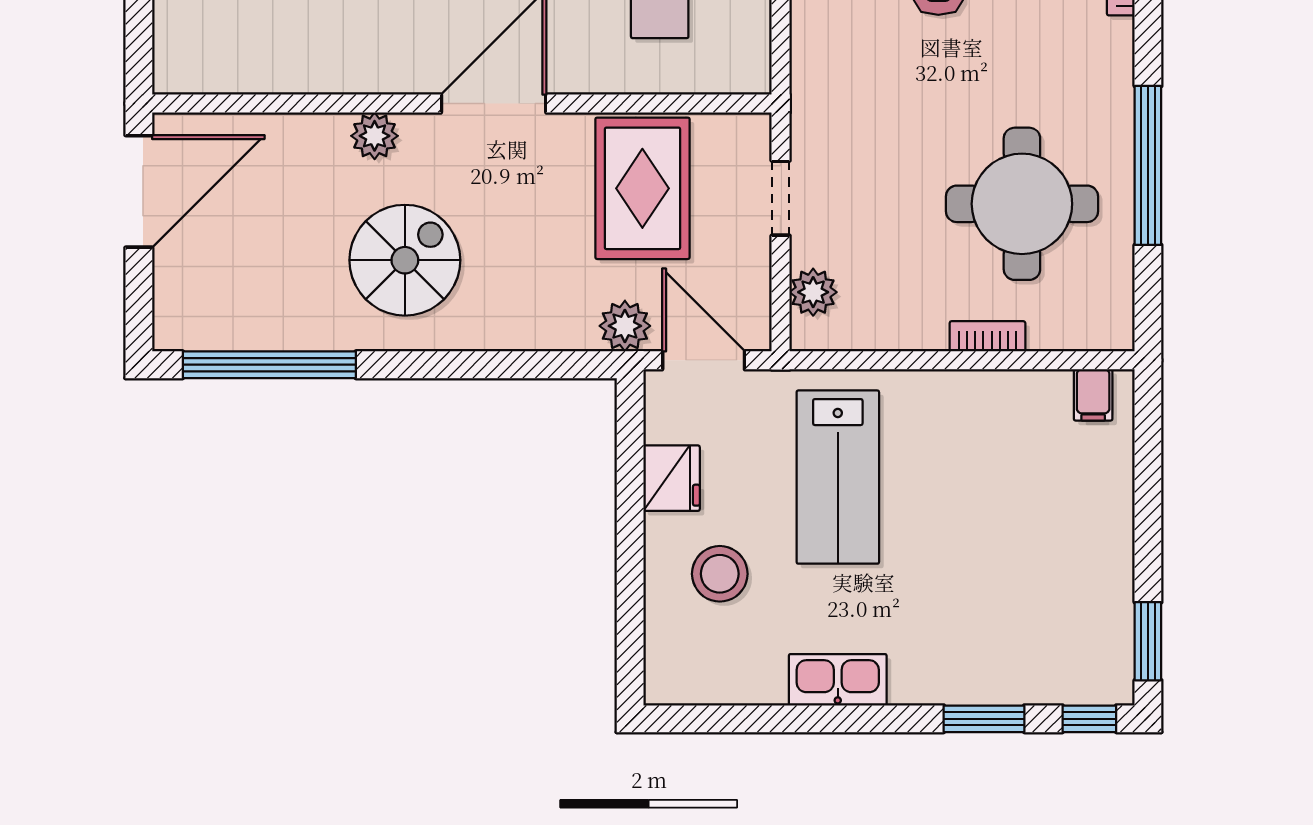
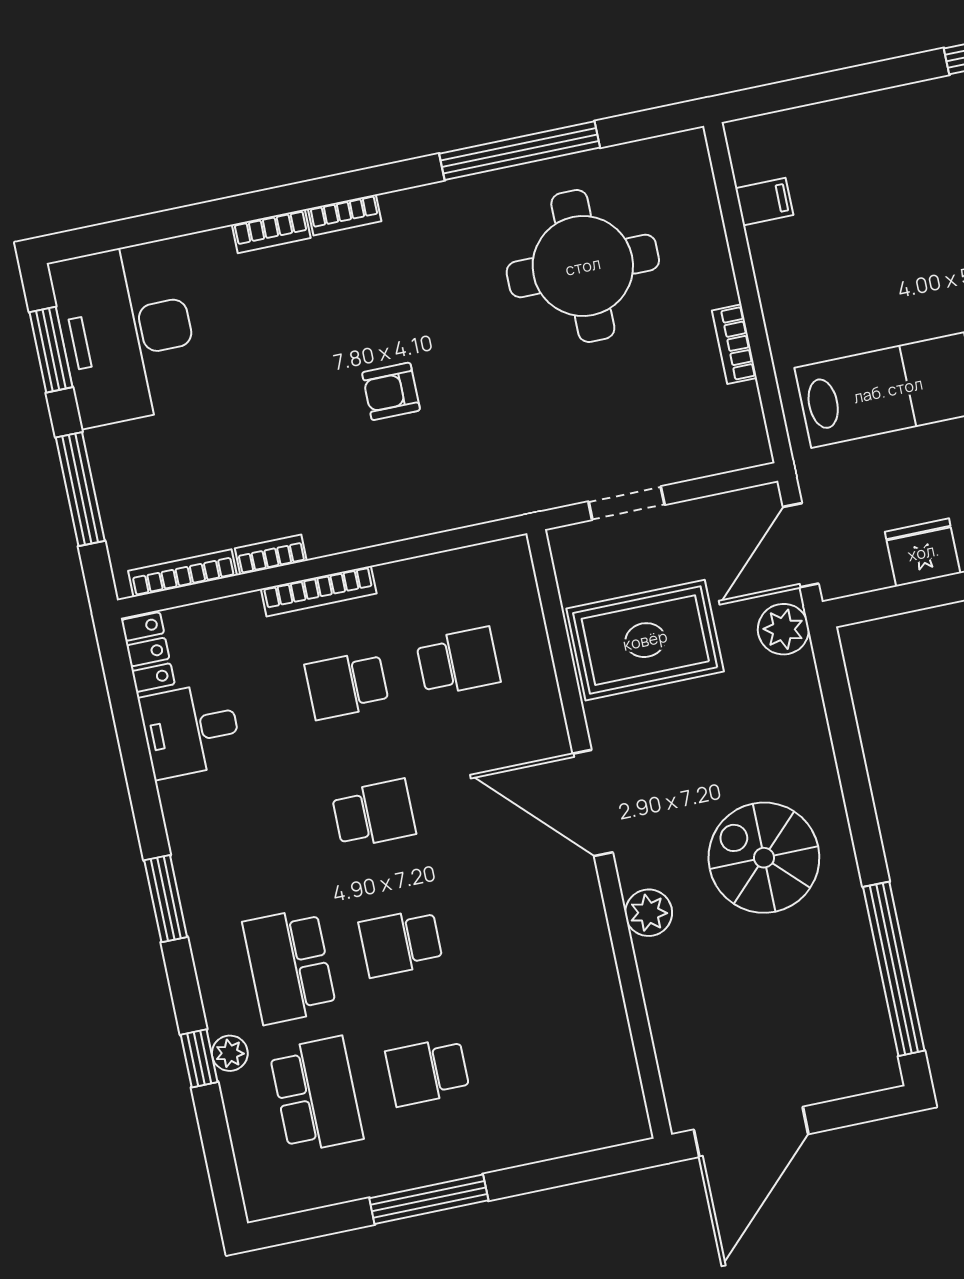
door: (139, 191) -> (751, 1132), swing flipped
plant: (813, 292) -> (712, 452), removed
bookcase: (987, 336) -> (734, 344), moved
filing cabinet: (1093, 395) -> (764, 202), moved

